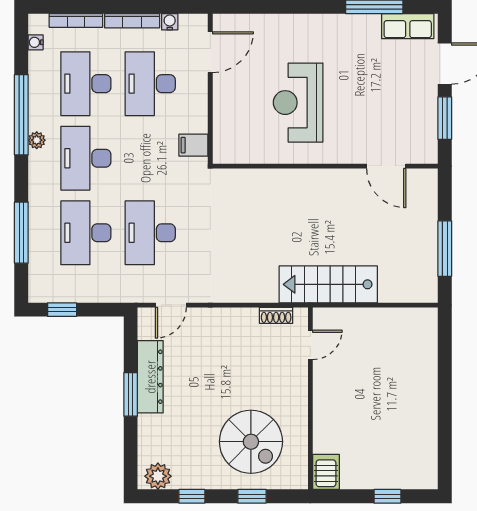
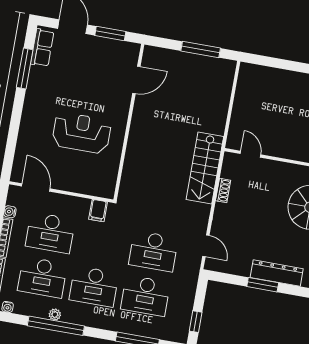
reception desk: (298, 103) -> (82, 133), turned 180
plant: (37, 140) -> (55, 315), moved
stairs: (328, 284) -> (205, 168), moved
shoe rack: (276, 315) -> (223, 191), moved
dresser: (150, 377) -> (277, 273), moved

